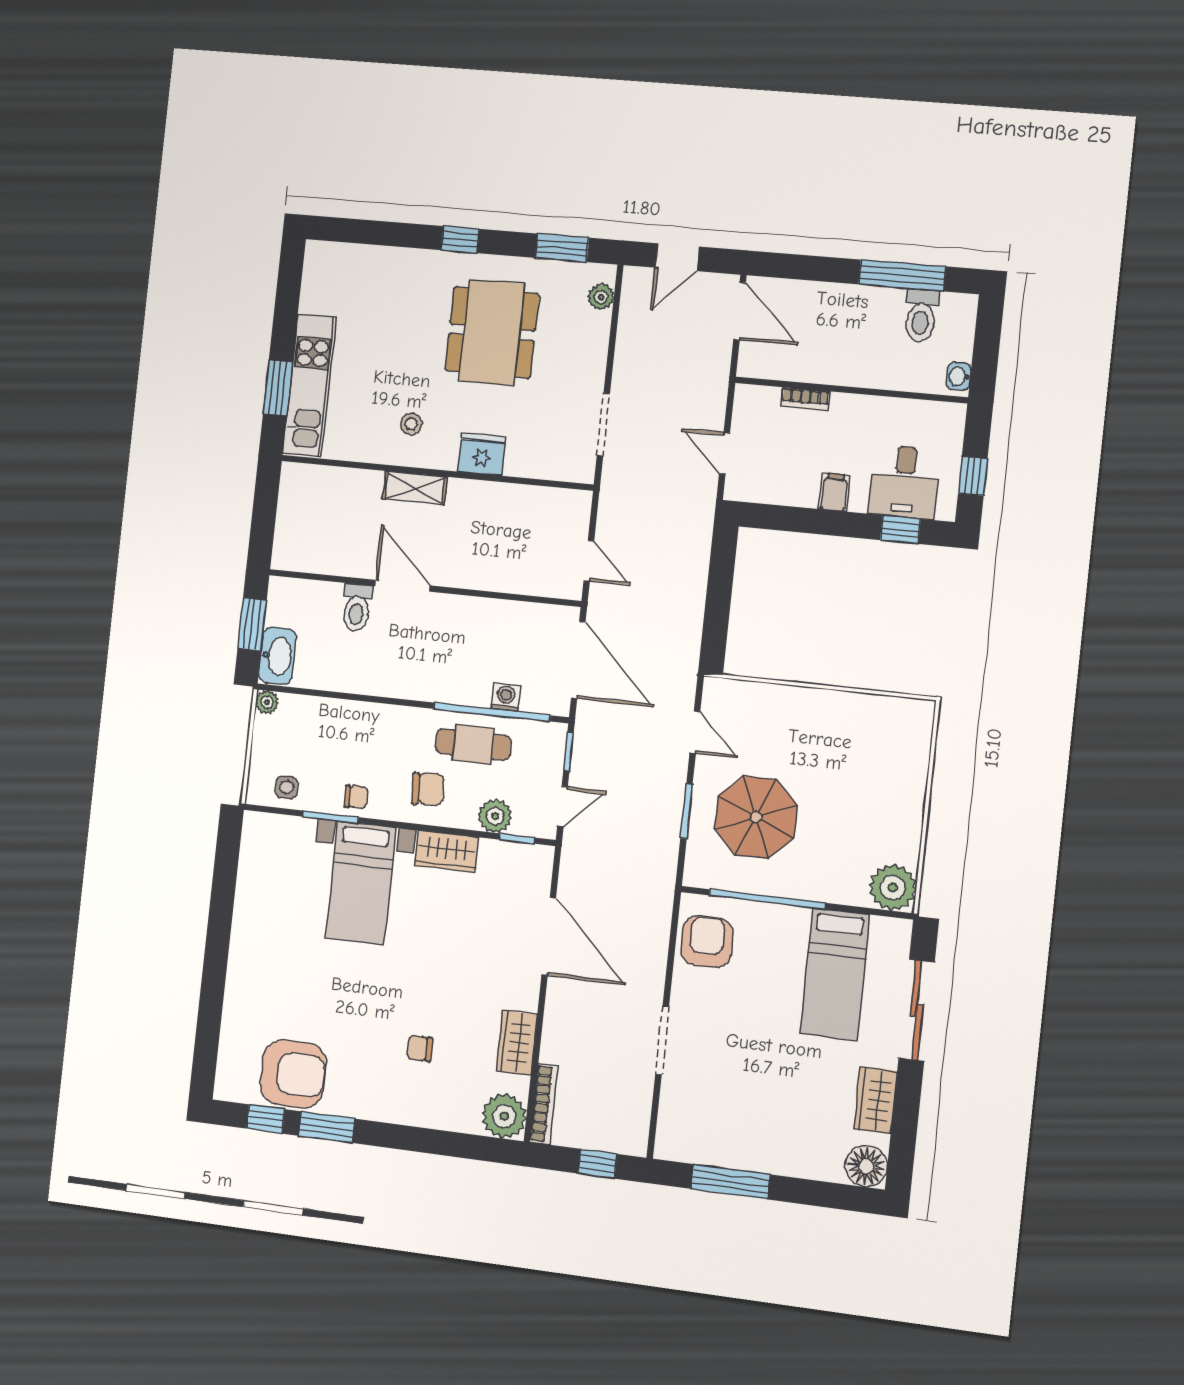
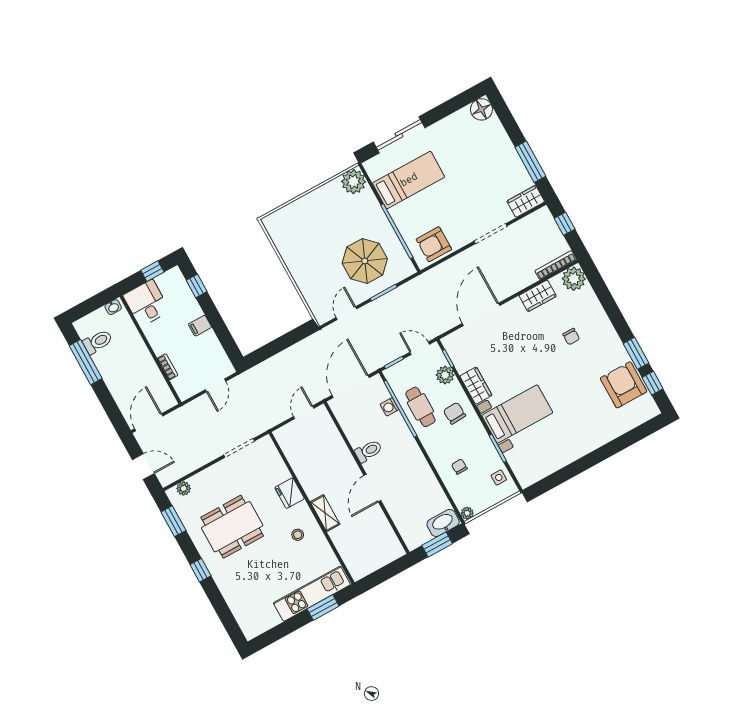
desk: (904, 482) -> (146, 303), moved, turned -90
toilet: (357, 608) -> (368, 451), moved
chair: (356, 797) -> (459, 467), moved
wardrobe: (876, 1100) -> (526, 201), moved, turned 180

